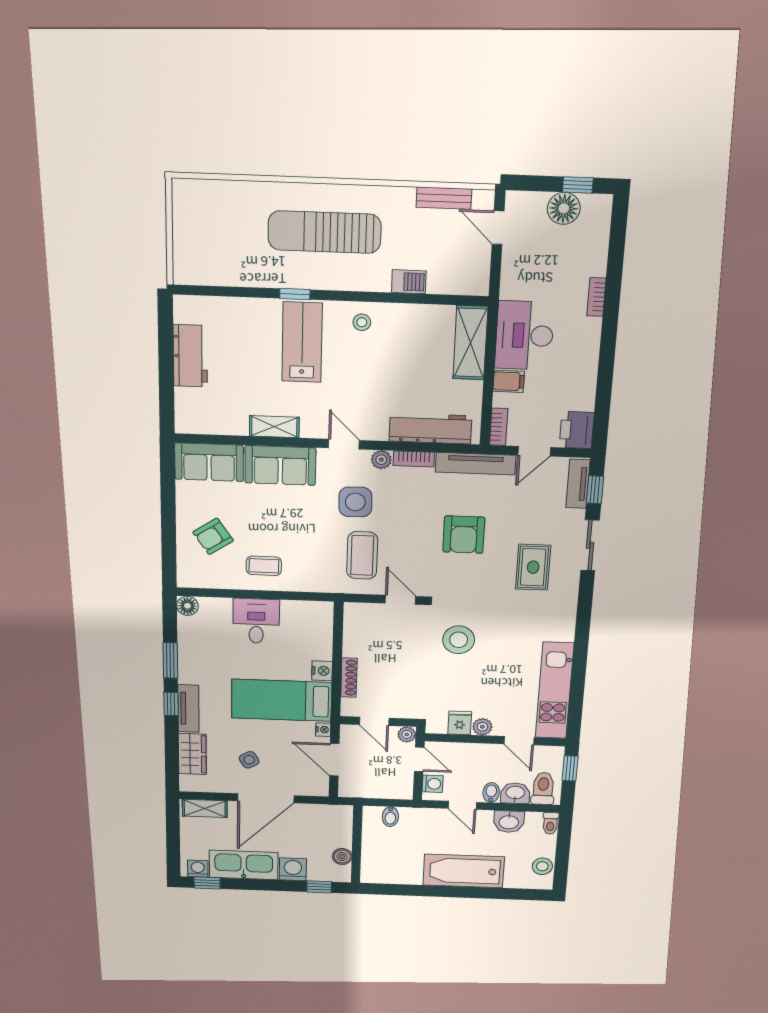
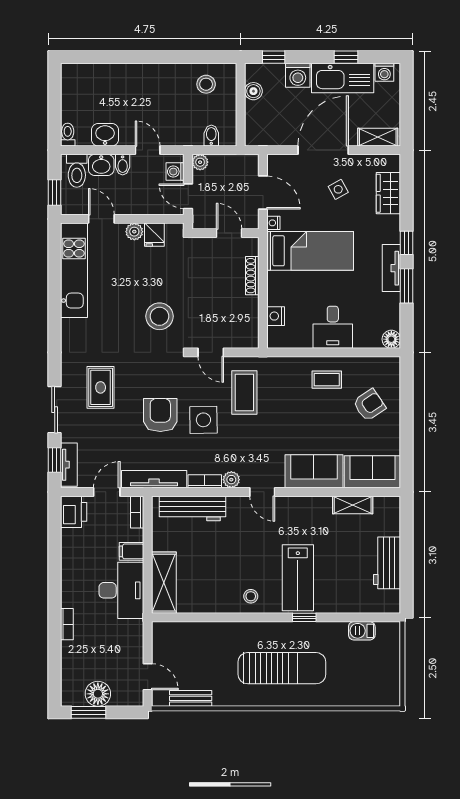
window: (578, 185) -> (89, 712), width x1.50
barbecue: (409, 282) -> (362, 631), moved
shelving: (274, 427) -> (353, 505), moved
side table: (355, 502) -> (203, 420), moved
nightstand: (322, 671) -> (276, 316), moved
tv unit: (188, 708) -> (391, 268), moved
plant: (407, 734) -> (200, 162), moved
stool: (542, 866) -> (206, 84), moved
bathtub: (464, 871) -> (143, 80), removed
window: (207, 883) -> (346, 57), moved

